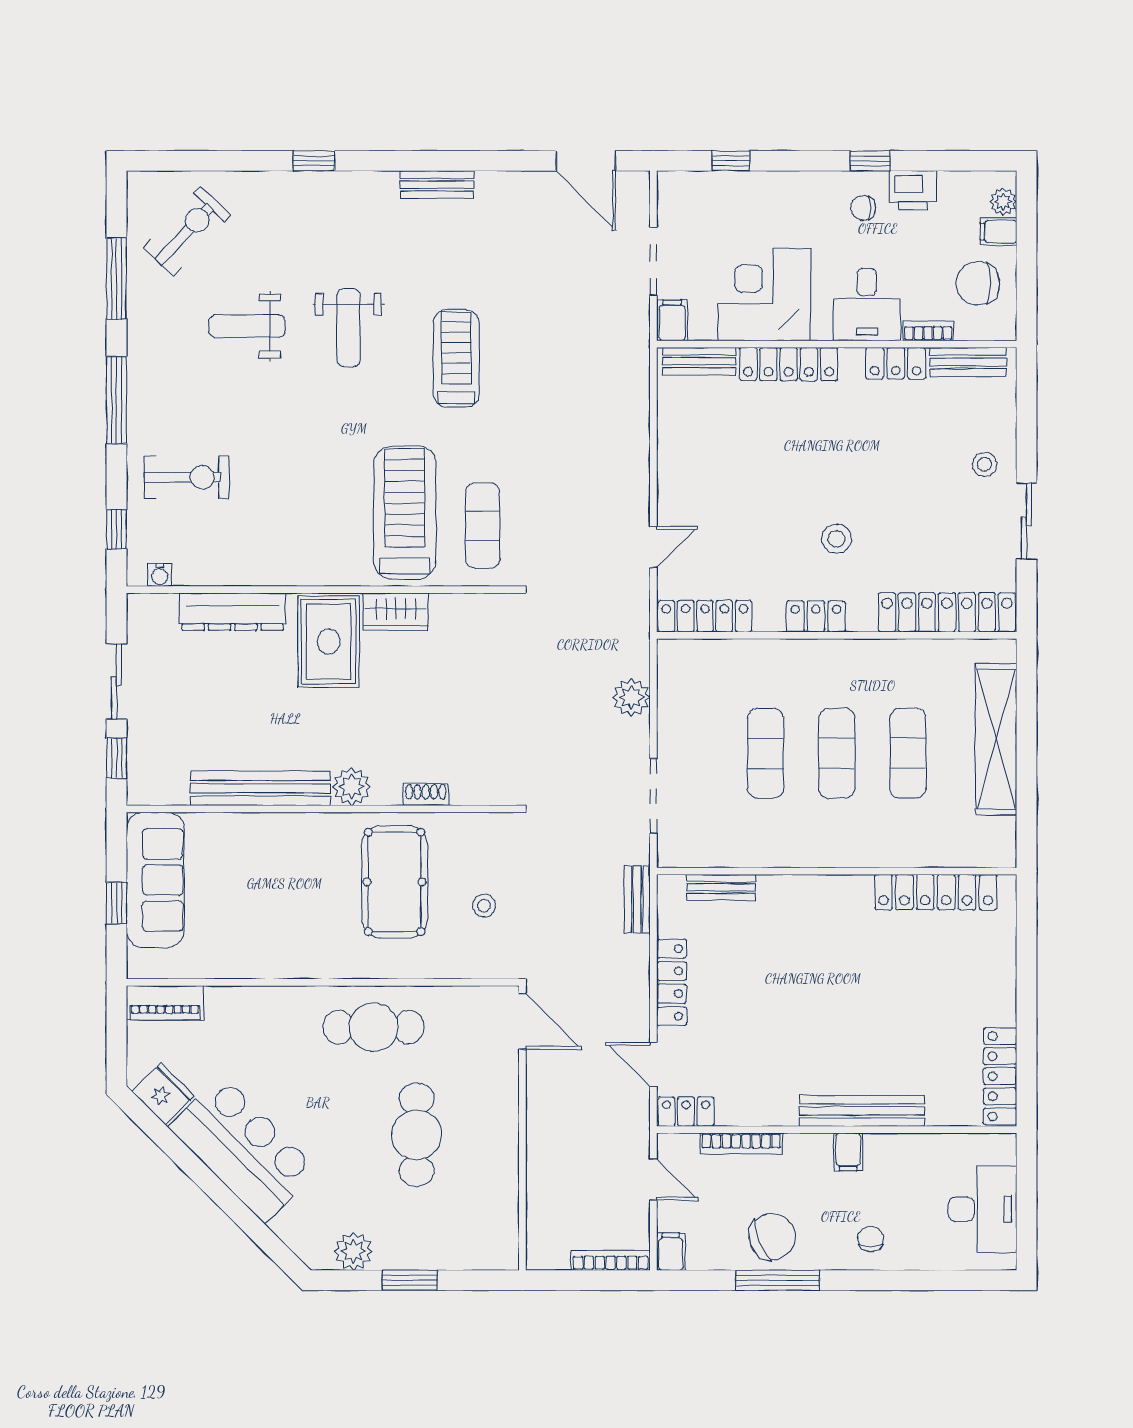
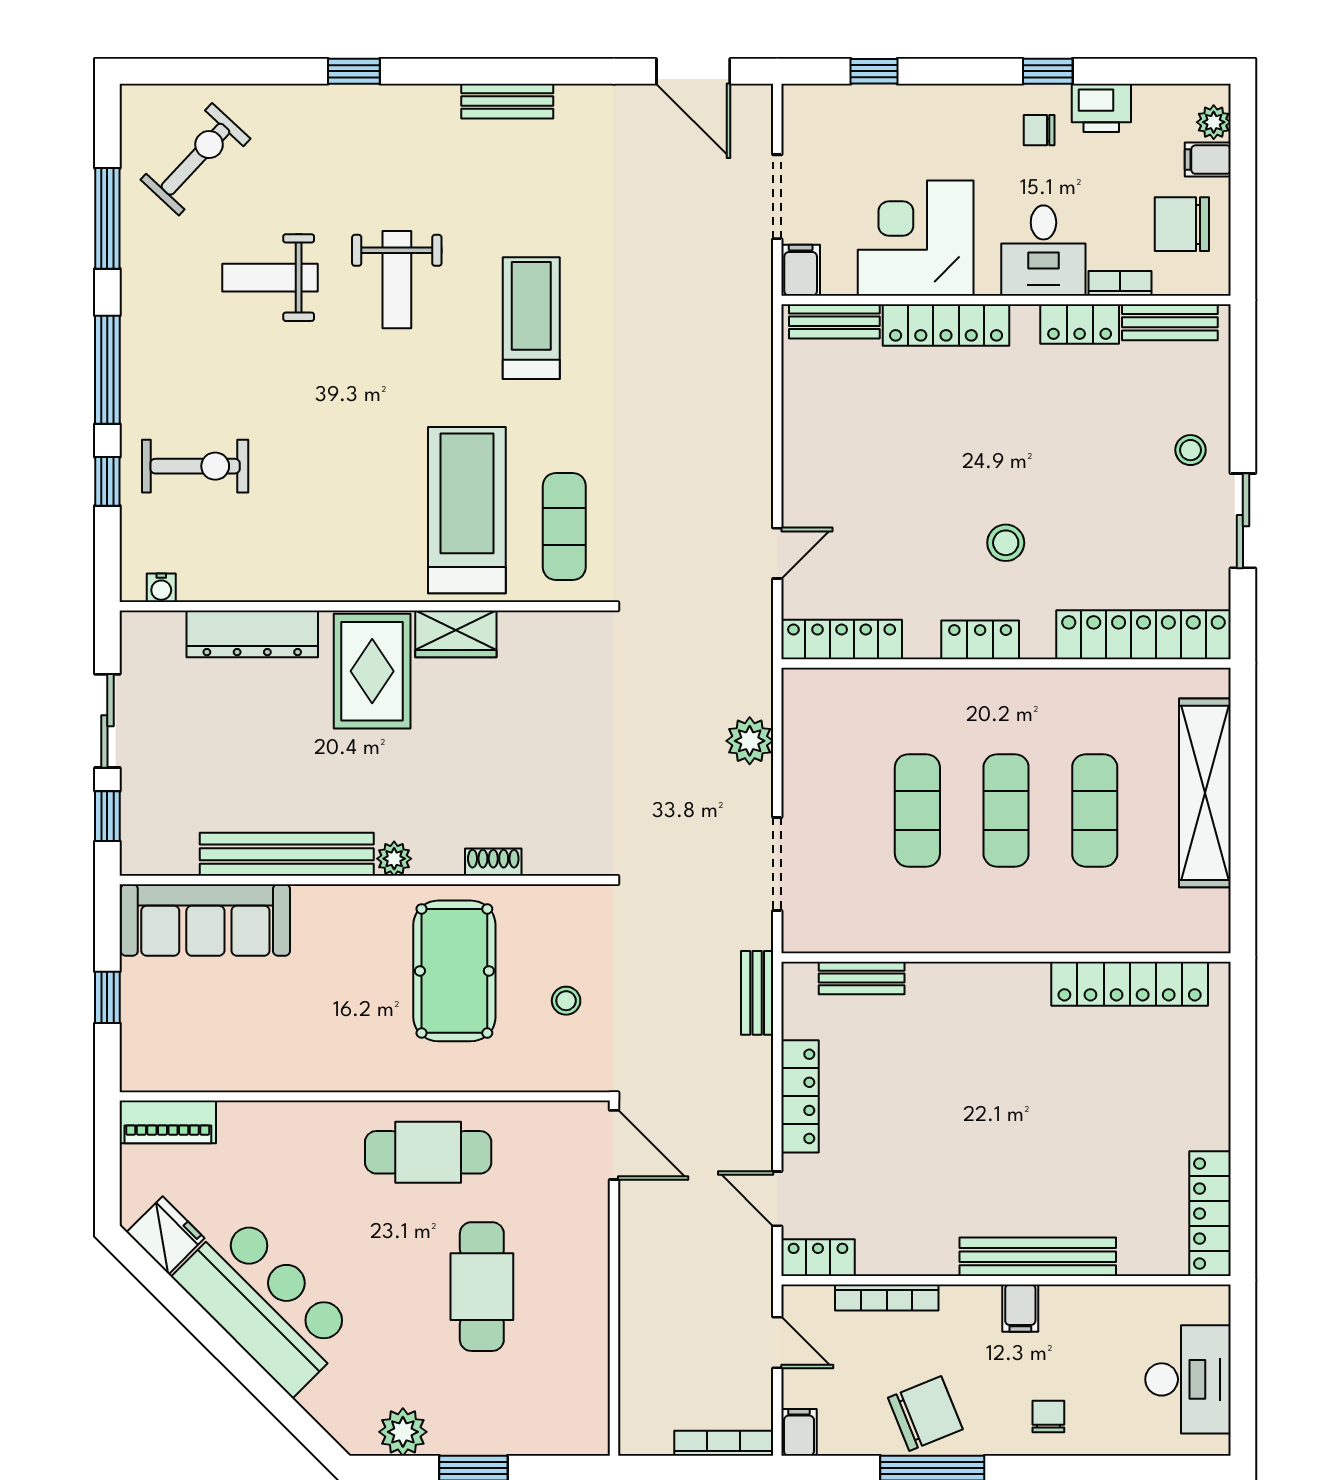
window: (117, 529) -> (107, 481), moved
plant: (351, 787) -> (394, 859), width x0.73, depth x0.73
sofa: (155, 880) -> (205, 920), moved, turned 90

